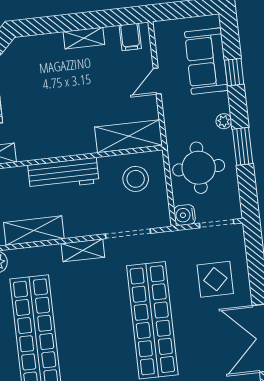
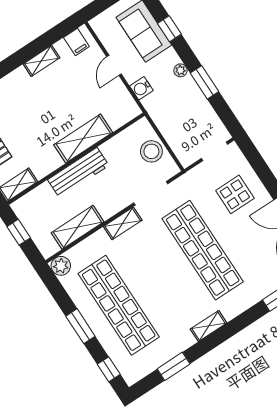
shelving: (128, 136) -> (83, 139), moved
round table: (199, 168) -> (179, 116), removed
stool: (136, 179) -> (151, 151), moved
water cooler: (185, 215) -> (141, 88), moved

